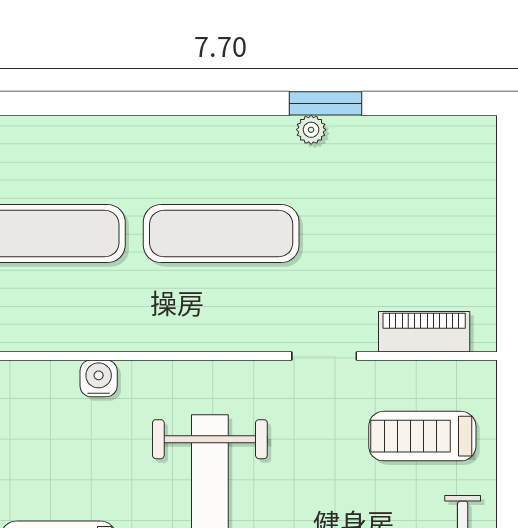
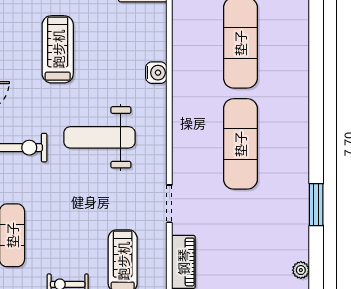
plant: (311, 130) -> (301, 270), moved

